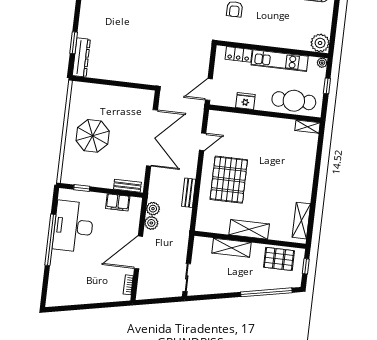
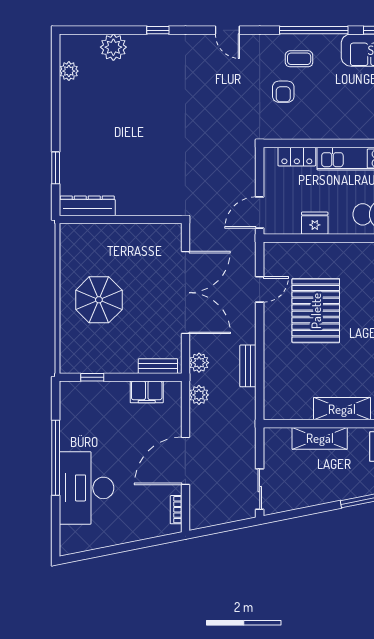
dresser: (81, 57) -> (87, 206), moved, turned -90
pallet: (229, 180) -> (316, 311), moved
plant: (151, 223) -> (199, 363), moved
desk: (73, 226) -> (86, 488), moved

